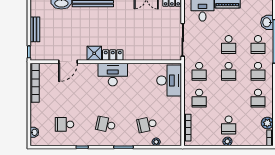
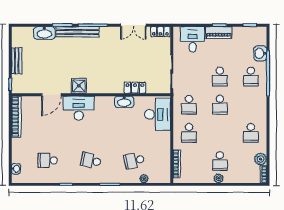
locker: (113, 55) -> (135, 88), moved
washbasin: (137, 69) -> (124, 102), added
school desk: (258, 71) -> (251, 105), removed
desk: (113, 75) -> (79, 108), moved

